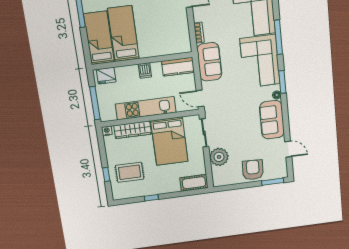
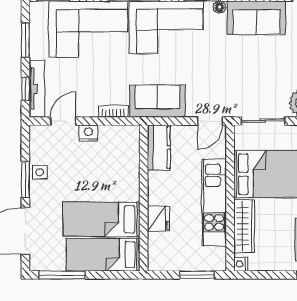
nightstand: (182, 17) -> (88, 133), added
dishwasher: (145, 70) -> (158, 196), removed
fridge: (106, 76) -> (158, 219), moved
window: (95, 103) -> (197, 275), width x0.69

